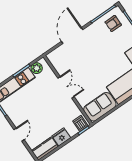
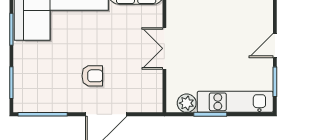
armchair: (113, 23) -> (92, 76), moved
door: (19, 135) -> (275, 45), moved

